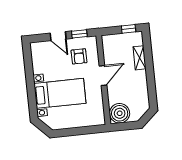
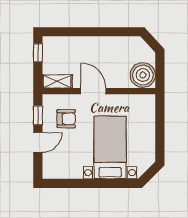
shelving: (140, 58) -> (57, 82), moved

